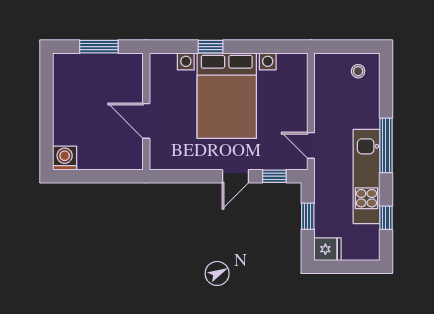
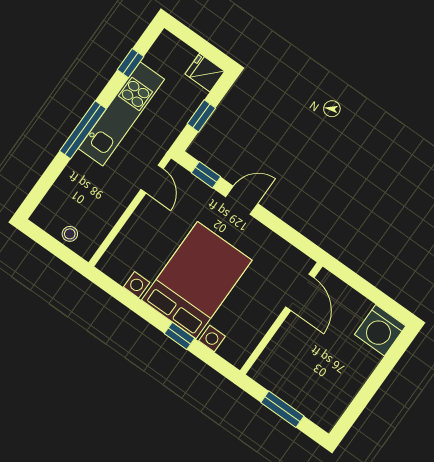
stool: (358, 71) -> (70, 234), moved
door: (146, 121) -> (300, 292), moved
washing machine: (65, 158) -> (380, 330), width x1.37, depth x1.37

